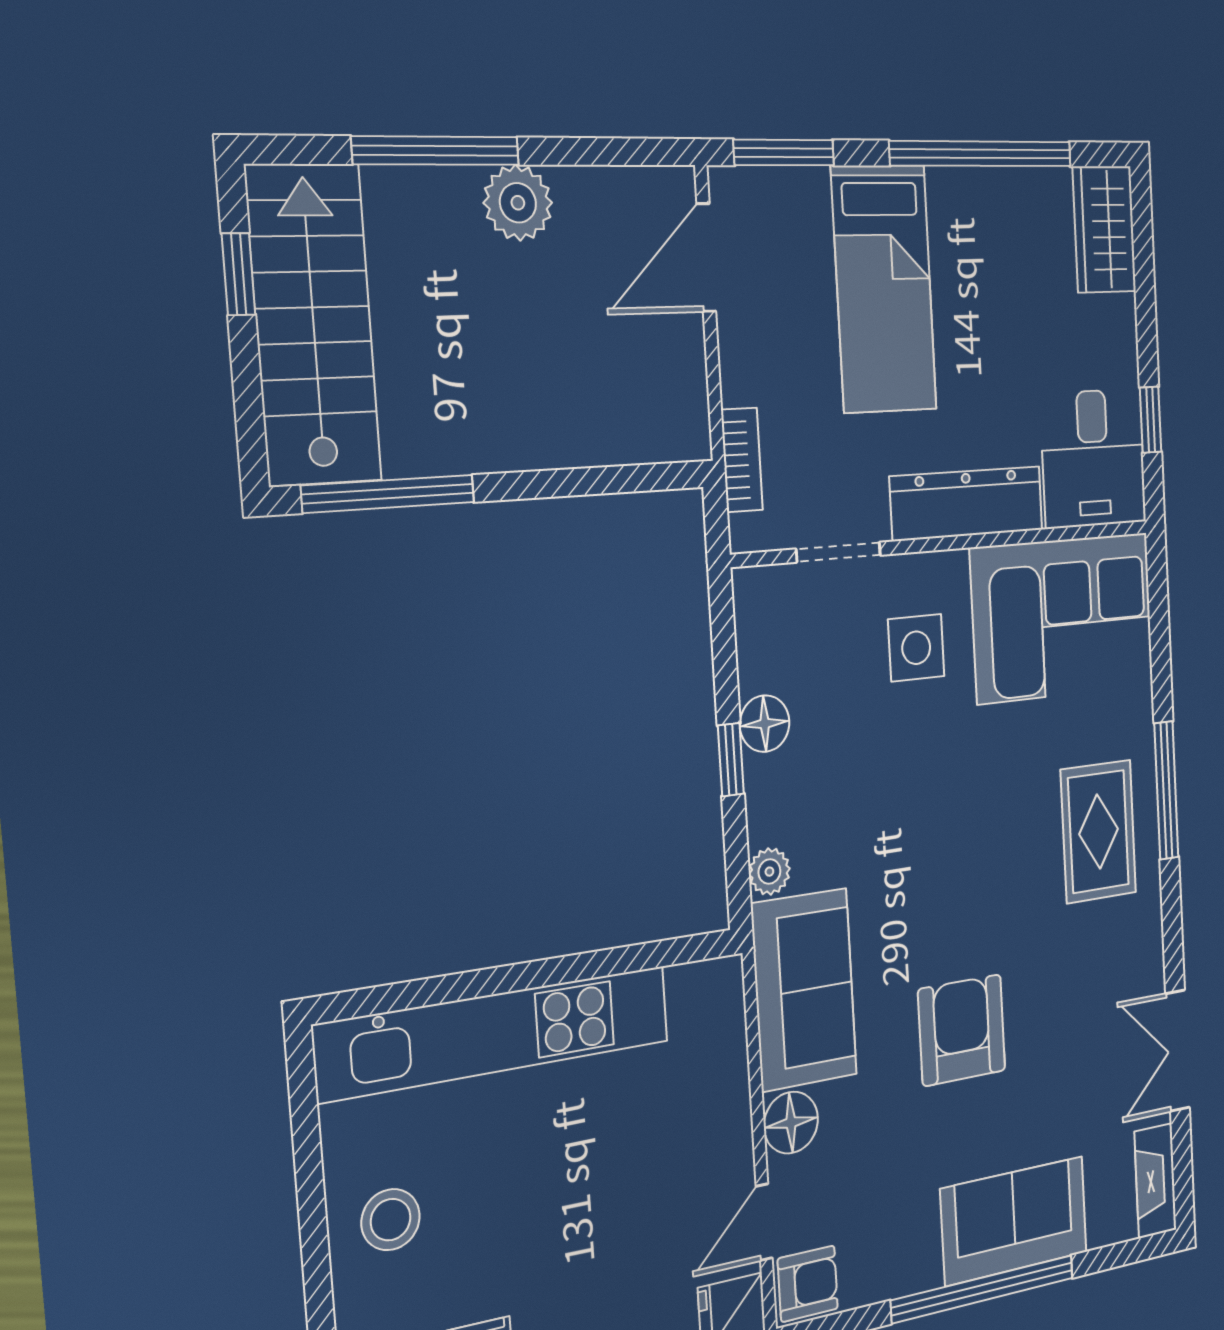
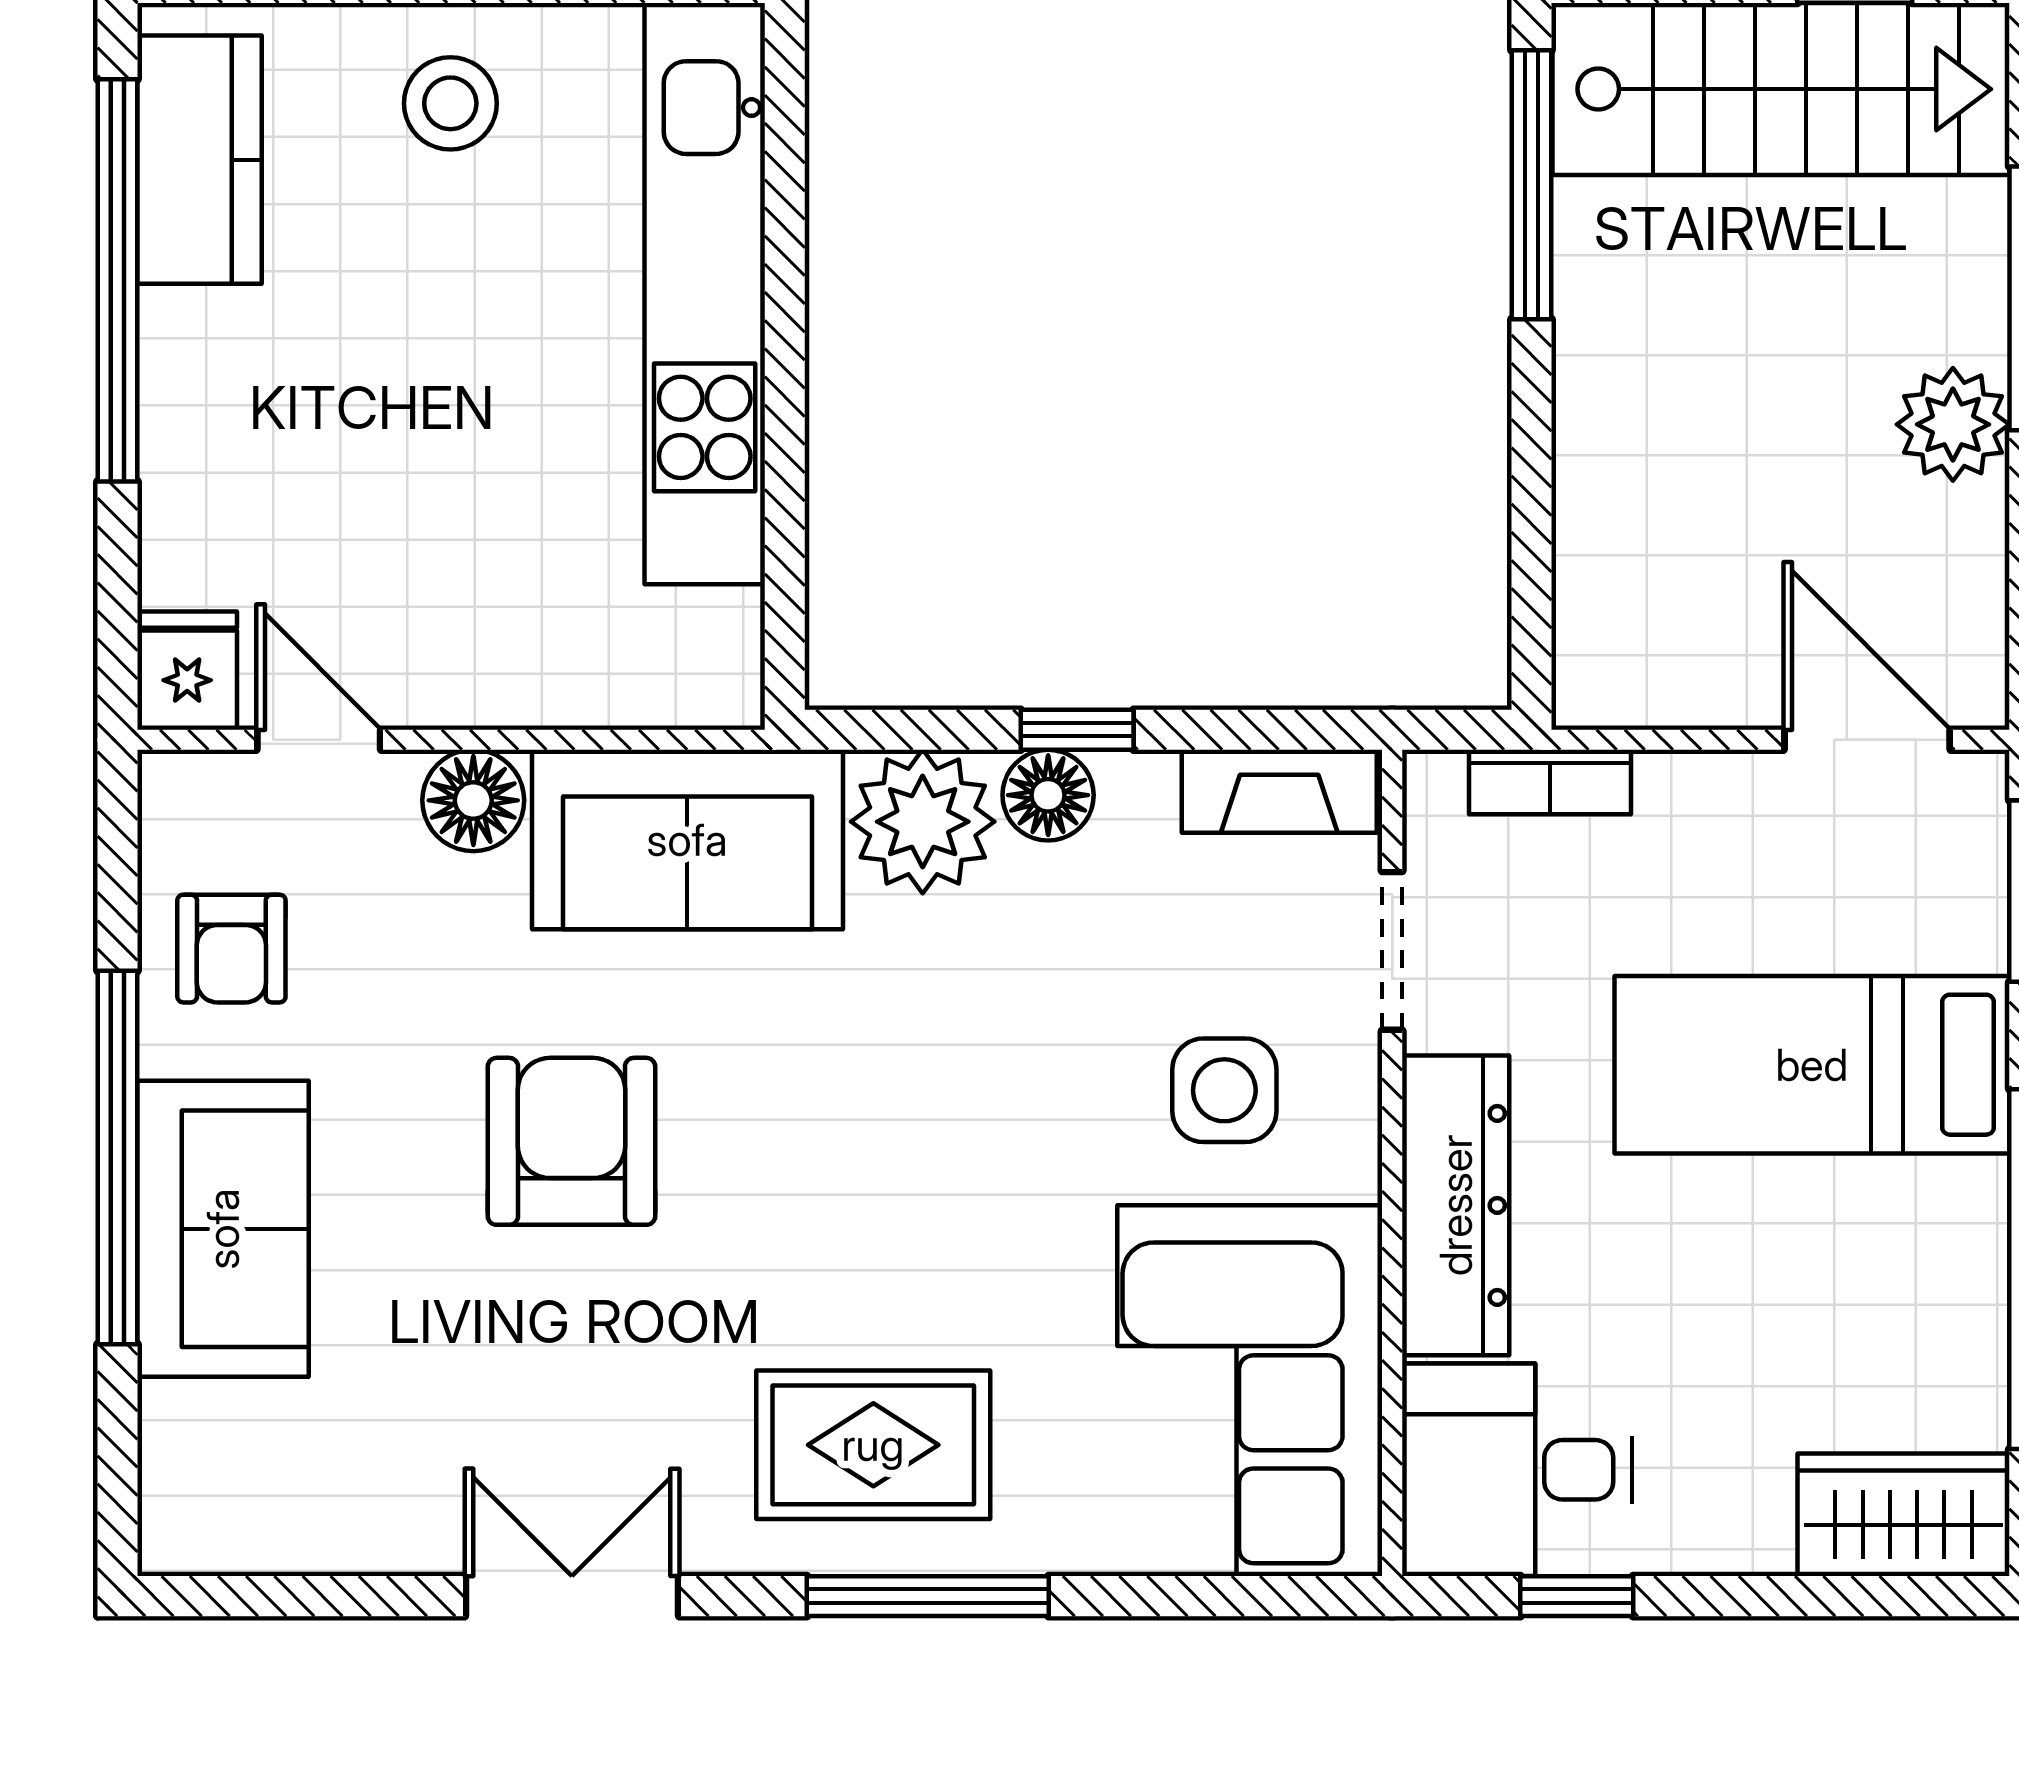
floor lamp: (765, 724) -> (1048, 795), moved
plant: (769, 872) -> (923, 822), width x1.87, depth x1.87
armchair: (962, 1030) -> (571, 1141), turned -90
double door: (1177, 1051) -> (572, 1596), moved
fireplace: (1155, 1181) -> (1279, 791), moved, turned 180
armchair: (808, 1284) -> (231, 949), moved

